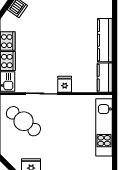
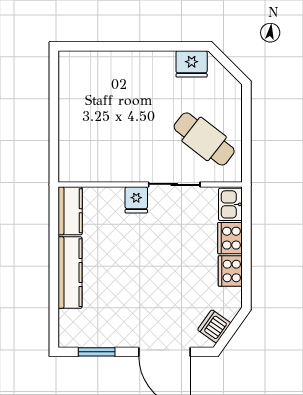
kitchen unit: (104, 127) -> (71, 129), removed

